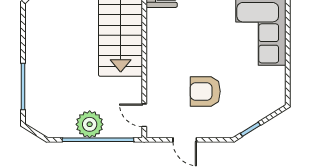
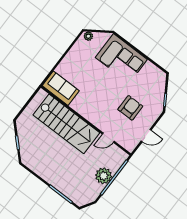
armchair: (205, 91) -> (130, 108), turned 180
door: (144, 115) -> (108, 138), moved

